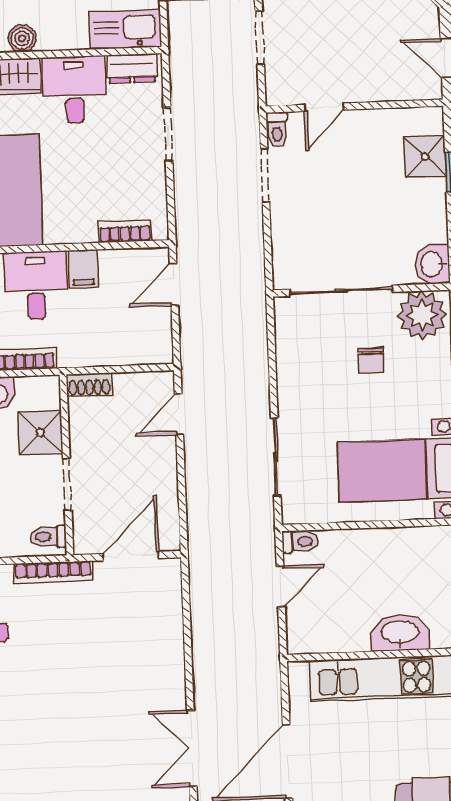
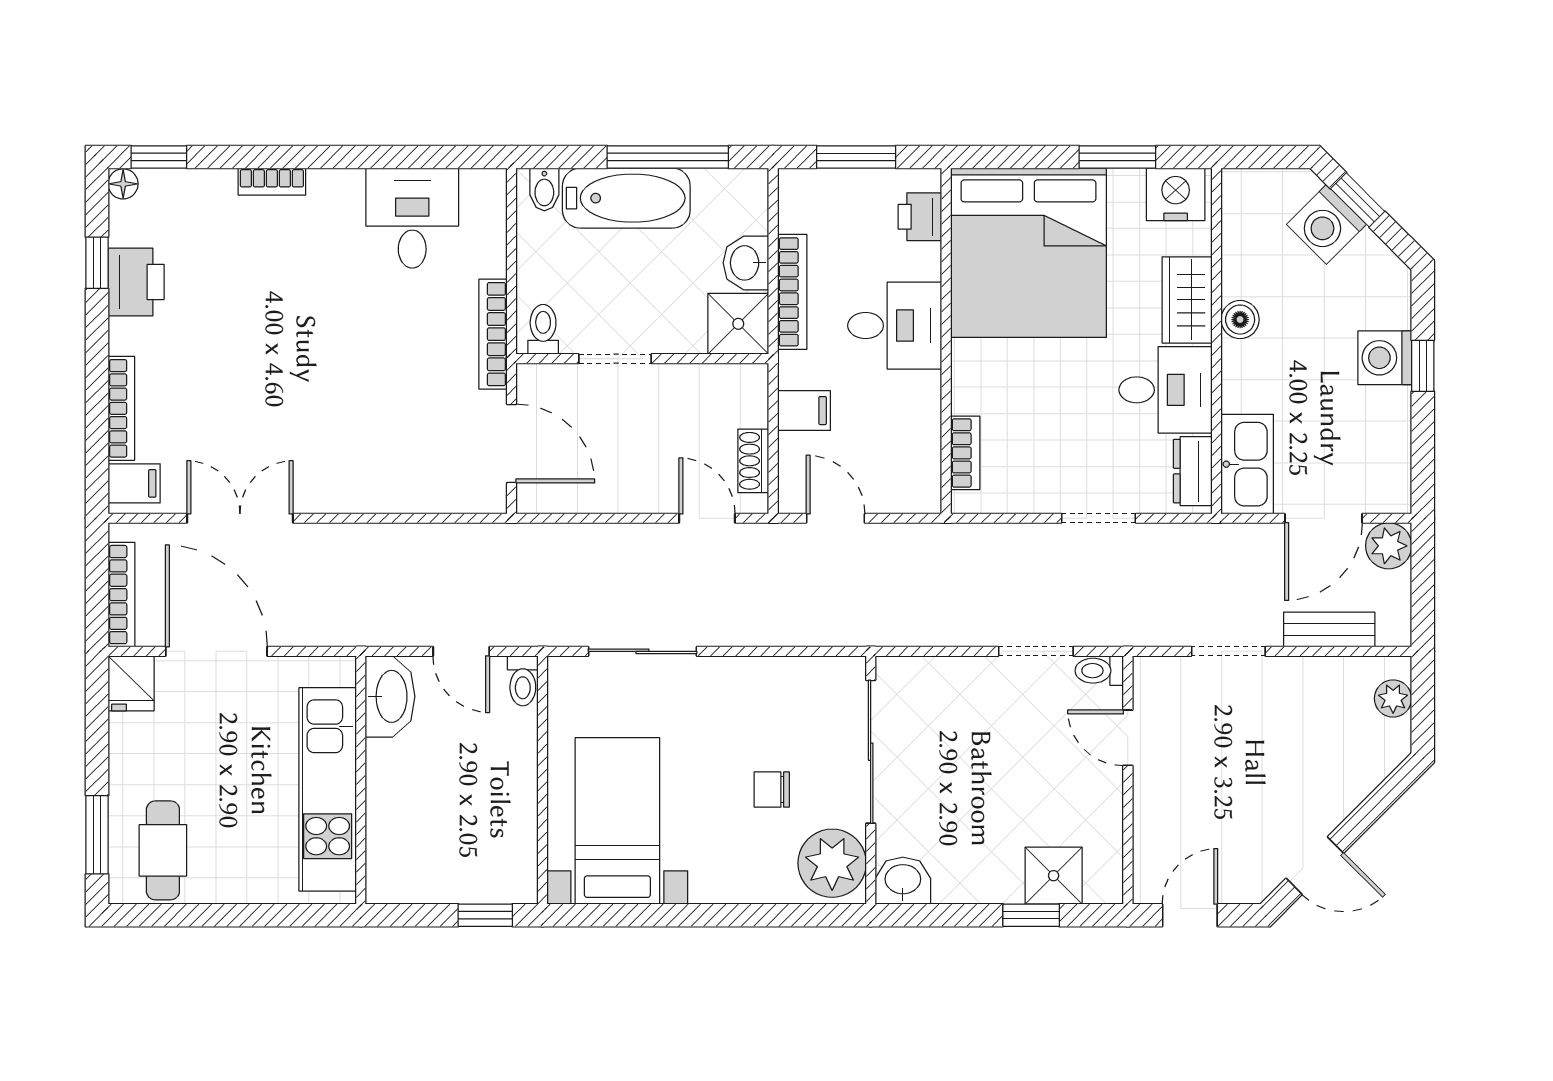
filing cabinet: (83, 269) -> (804, 411), moved, turned 180
door: (174, 284) -> (836, 518), moved
shoe rack: (89, 385) -> (753, 461), moved
shower: (40, 433) -> (738, 324), moved
washbasin: (400, 633) -> (390, 696), moved

